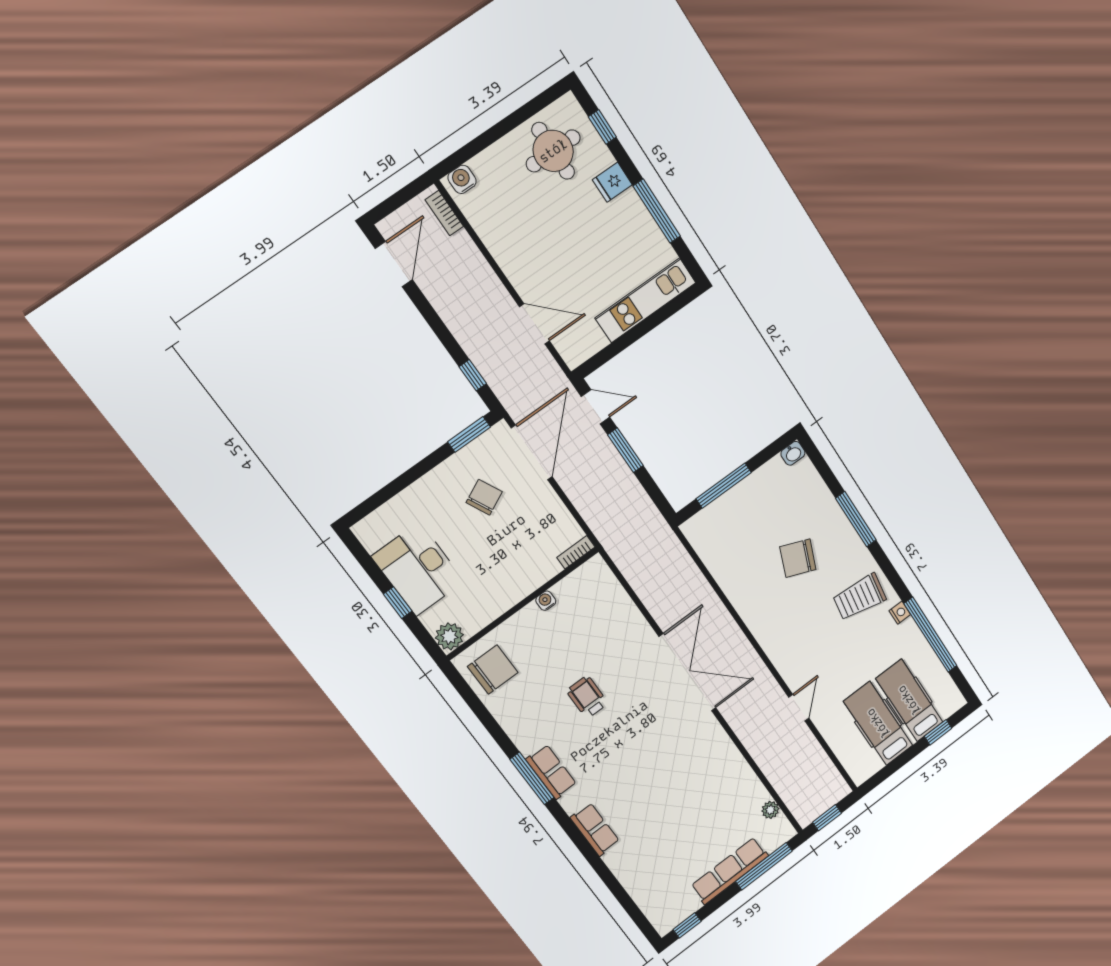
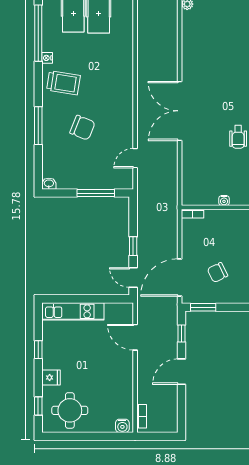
window: (657, 211) -> (38, 350), width x0.46
door: (394, 264) -> (181, 372), moved
window: (625, 450) -> (133, 246), width x0.67
door: (799, 708) -> (135, 158), moved

